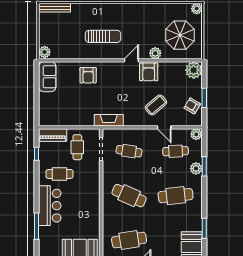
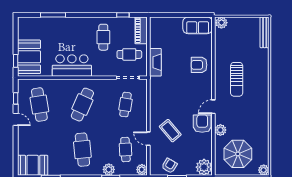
door: (131, 60) -> (213, 107), swing flipped
armchair: (149, 72) -> (202, 124), turned 90
fireplace: (109, 120) -> (155, 62), moved
door: (164, 127) -> (148, 139), hinge flipped
bar counter: (50, 206) -> (72, 65), moved, turned 180

